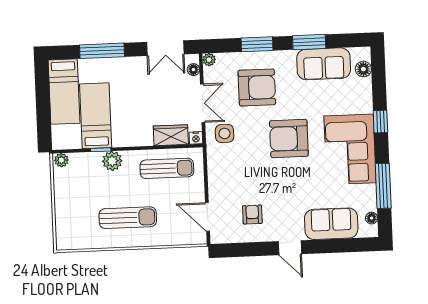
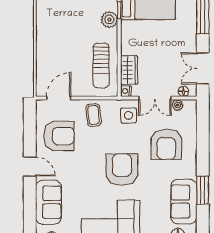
window: (257, 44) -> (203, 146), removed
plant: (209, 60) -> (177, 105), moved
coffee table: (226, 175) -> (94, 115), added
armchair: (252, 215) -> (59, 136), width x1.88, depth x1.88
sun lounger: (128, 218) -> (61, 31), removed
door: (290, 248) -> (30, 167), swing flipped

